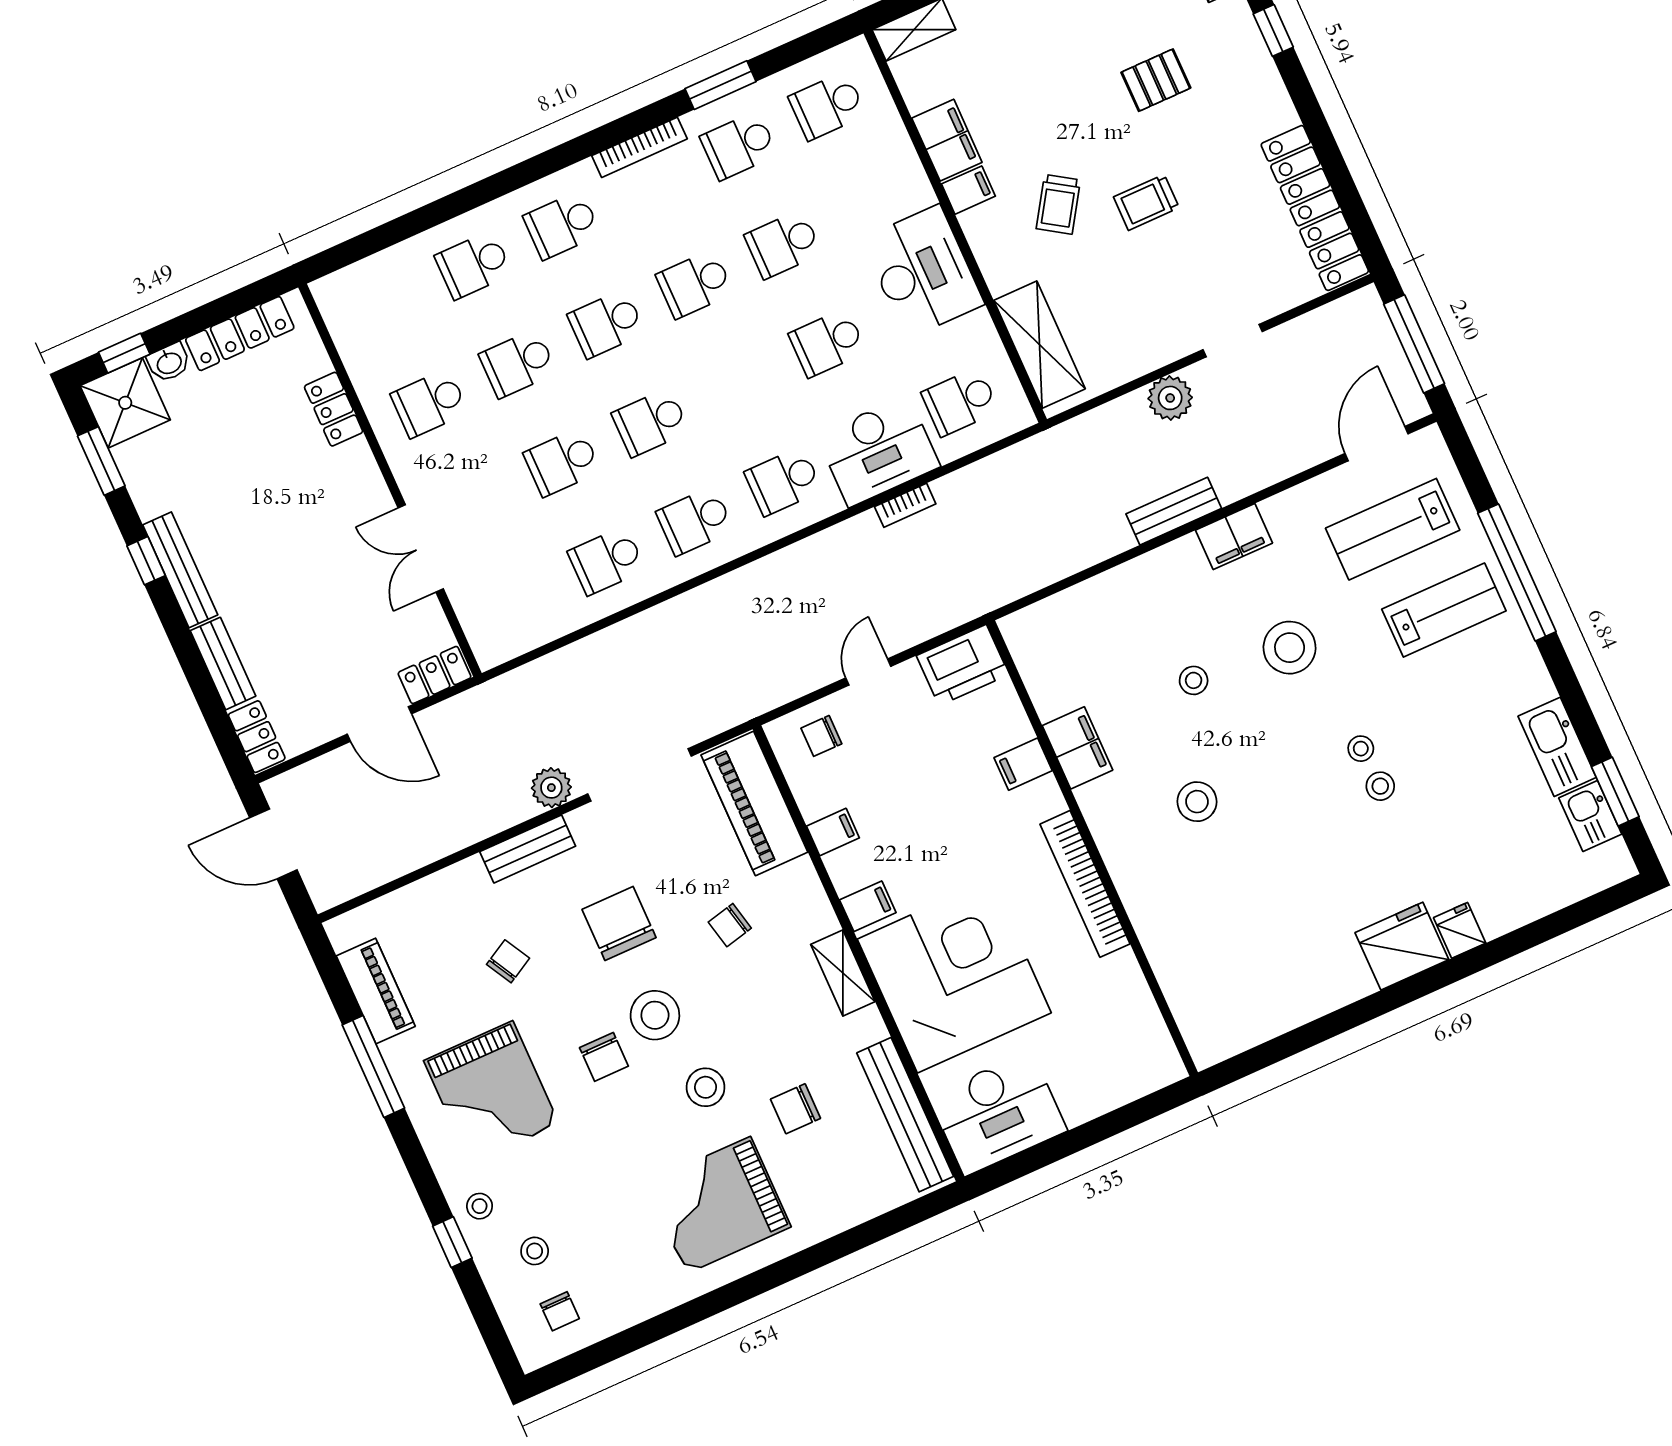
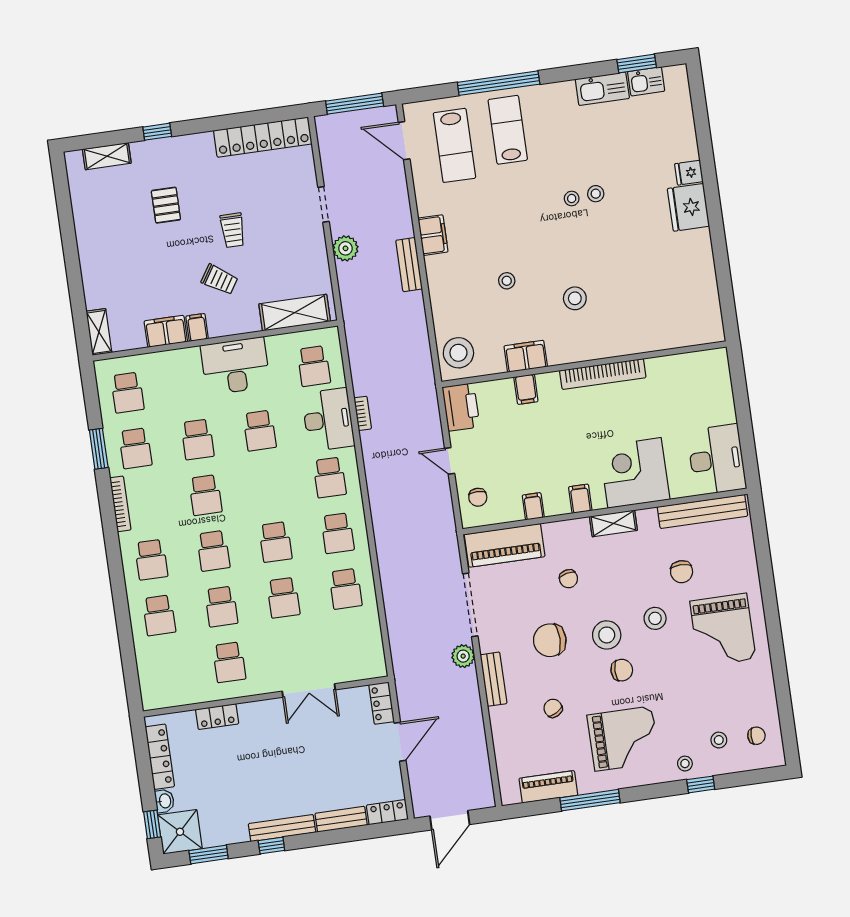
stool: (1290, 648) -> (458, 353), moved
corner desk: (954, 976) -> (635, 473), width x0.74, depth x0.74

